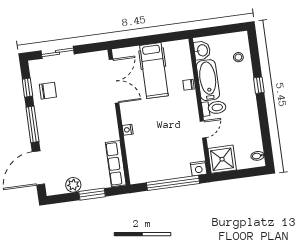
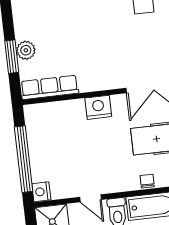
nightstand: (128, 130) -> (98, 107), width x1.89, depth x1.79
plant: (73, 185) -> (26, 50), moved

